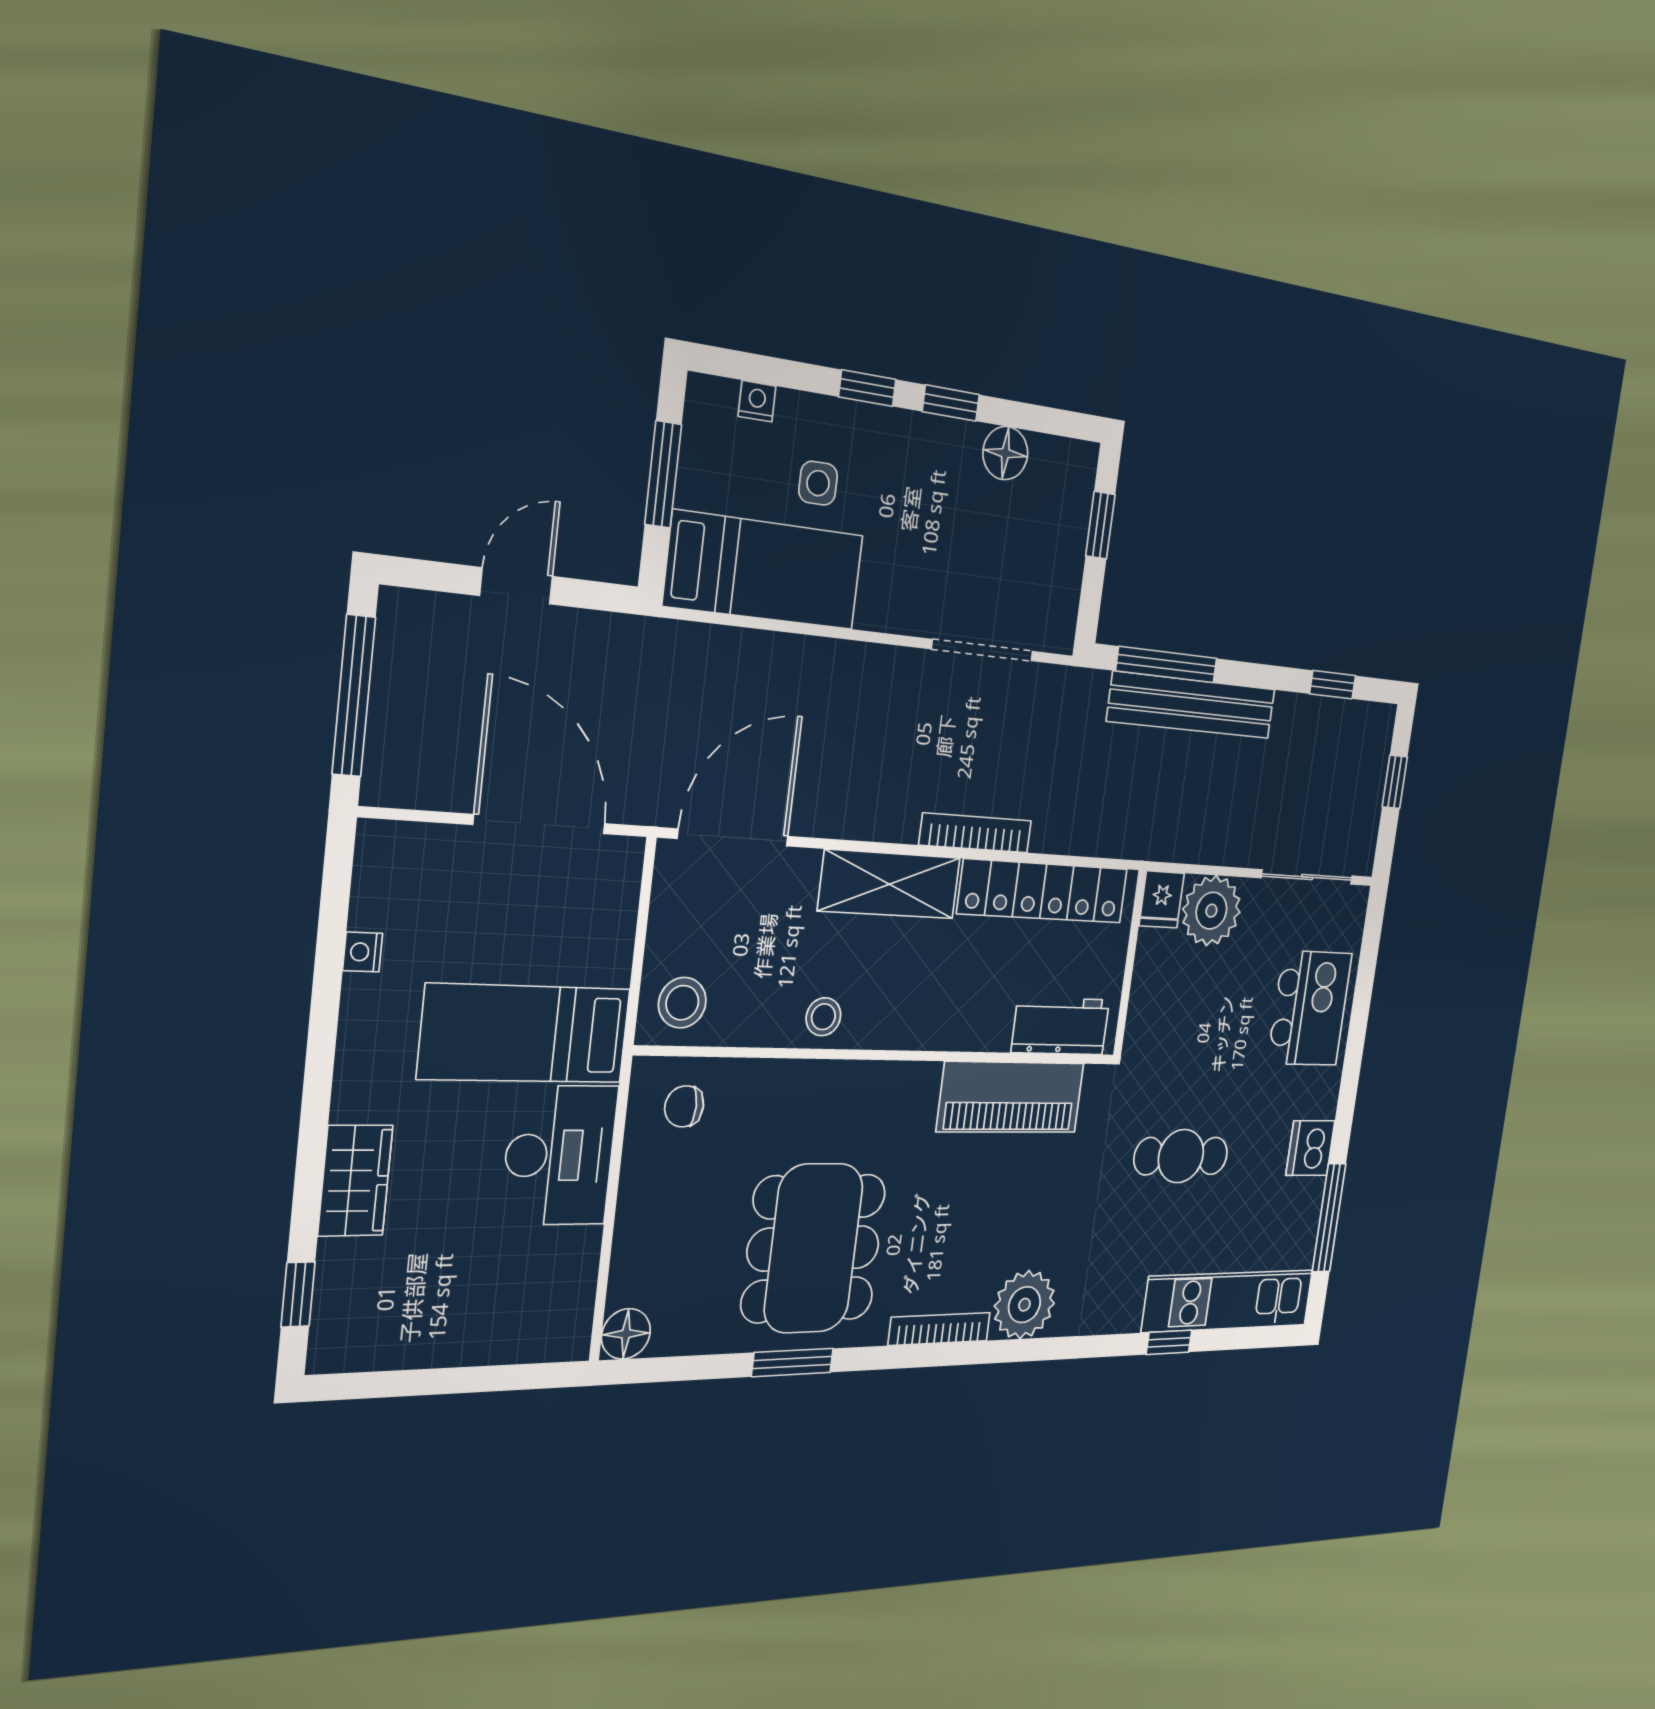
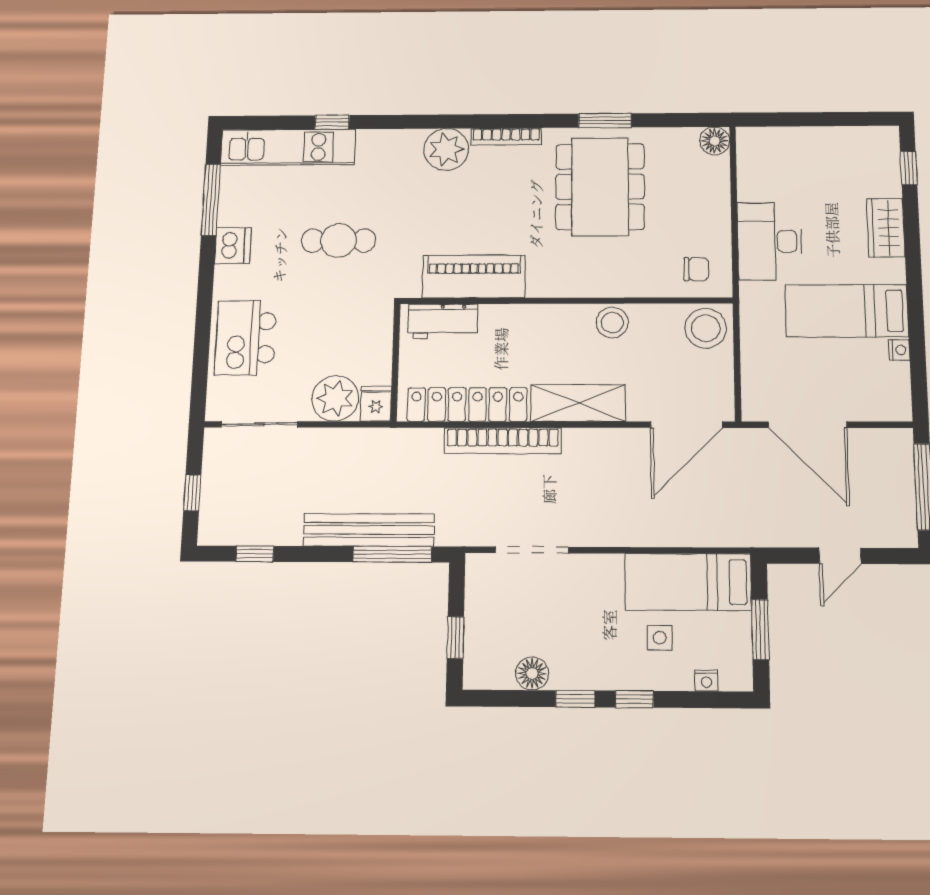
bookcase: (975, 833) -> (503, 441), width x1.48, depth x1.31
stool: (682, 1003) -> (706, 328), width x1.38, depth x1.38
stool: (823, 1017) -> (612, 323), width x1.37, depth x1.37
bed: (525, 1034) -> (847, 311), moved, turned 180

